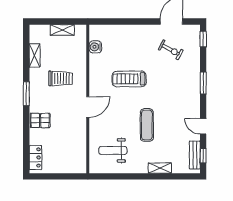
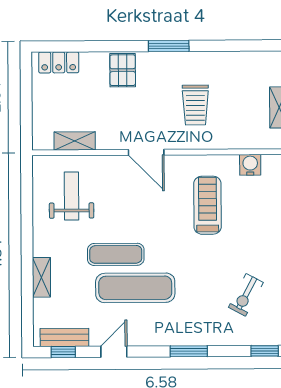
shelving: (35, 55) -> (75, 141), moved
treadmill: (129, 79) -> (208, 205), moved
exercise mat: (166, 114) -> (135, 288), added

